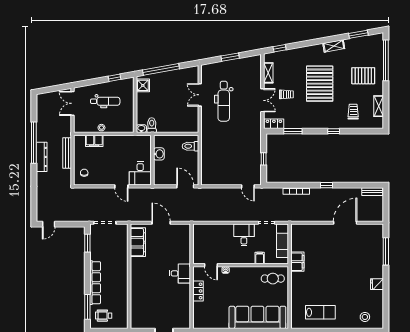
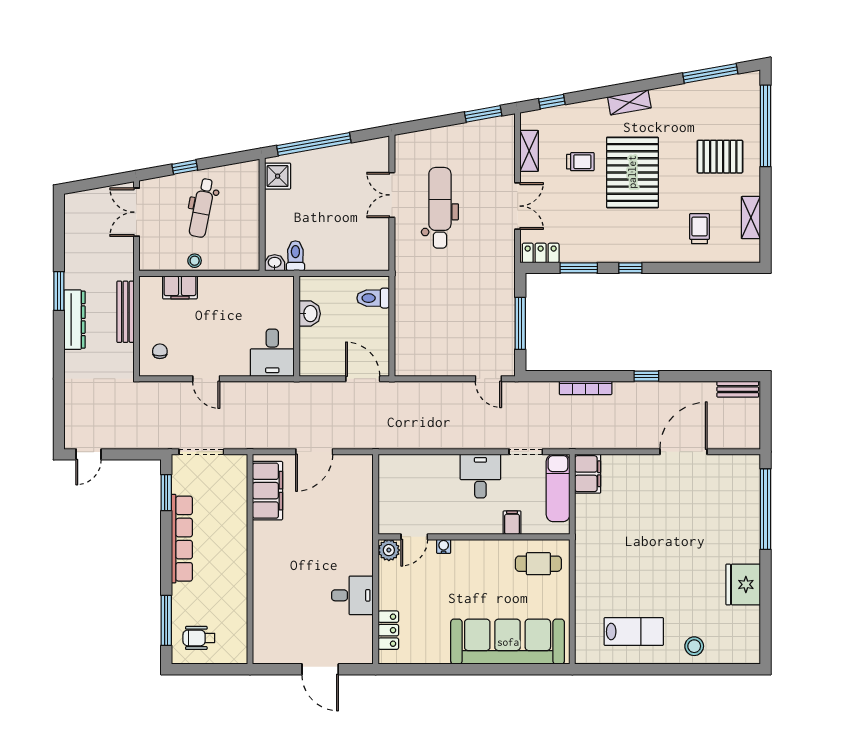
window: (358, 34) -> (710, 73), width x1.44
shelving: (334, 46) -> (629, 102), moved
window: (230, 57) -> (483, 114), moved
window: (115, 78) -> (185, 167), moved
trolley: (286, 94) -> (580, 162), moved
dental chair: (105, 101) -> (202, 208), turned 101
dental chair: (224, 101) -> (440, 208), turned 180
window: (334, 131) -> (630, 268), moved
window: (34, 143) -> (59, 291), width x0.47
window: (264, 159) -> (520, 323), width x2.17
door: (121, 186) -> (206, 379), moved
door: (161, 223) -> (314, 452), swing flipped
window: (386, 251) -> (765, 509), width x1.46
filing cabinet: (297, 262) -> (588, 474), moved
door: (211, 265) -> (414, 537), hinge flipped
plant: (198, 272) -> (389, 550), added
desk: (180, 273) -> (352, 595), moved
row of seats: (95, 283) -> (182, 539), moved
fridge: (377, 284) -> (743, 584), width x1.88, depth x1.34
locker: (198, 291) -> (388, 630), moved
stool: (365, 317) -> (694, 646), moved

